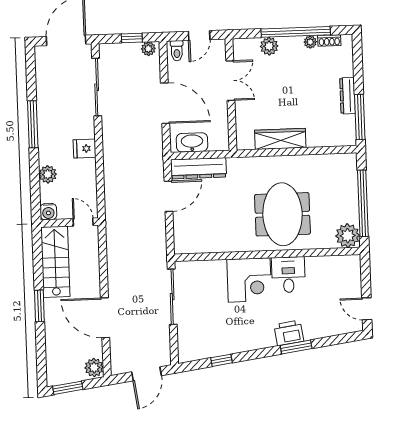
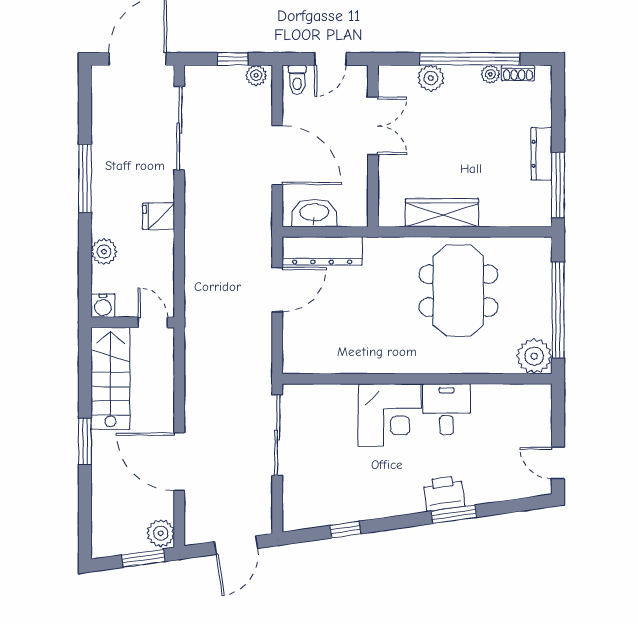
meeting table: (282, 214) -> (458, 291), moved
window: (68, 388) -> (143, 558), moved

